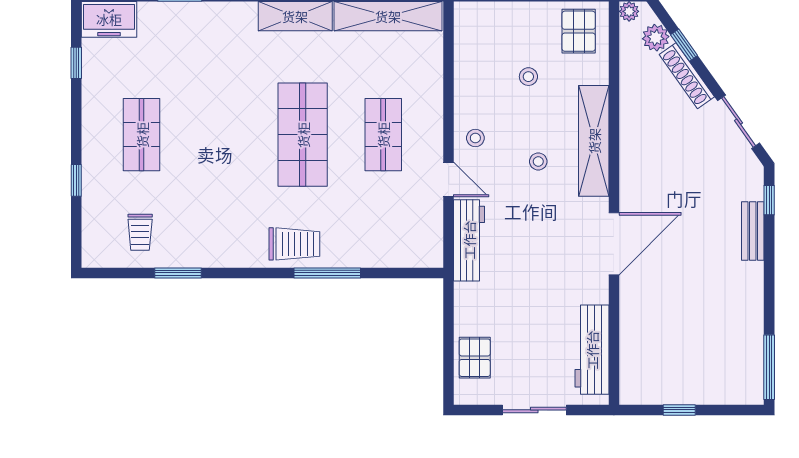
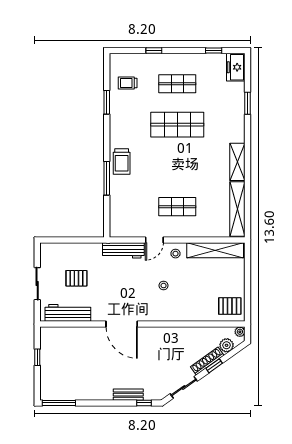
window: (684, 45) -> (214, 366), moved
stool: (528, 77) -> (207, 281), removed
shop shelf: (303, 135) -> (177, 125), moved
shelving: (594, 141) -> (215, 250), moved
pallet: (475, 358) -> (76, 278), moved

